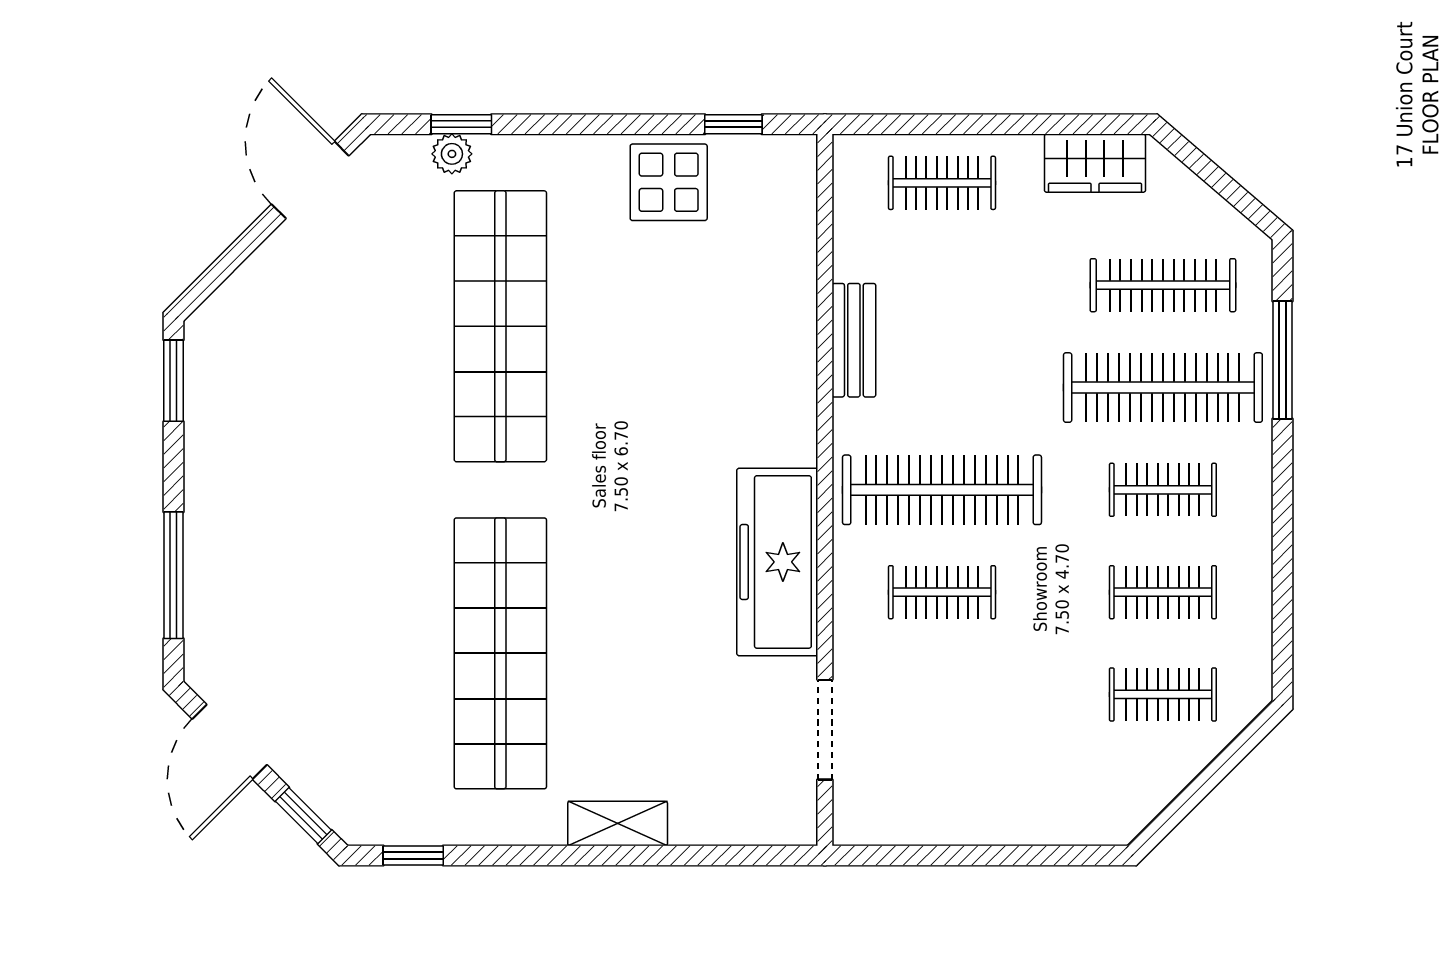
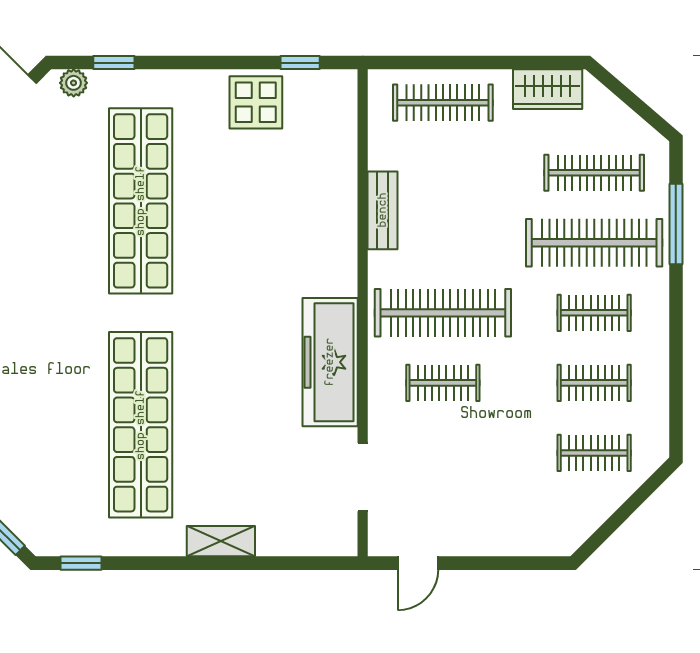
plant: (452, 154) -> (74, 83), moved
clothes rail: (942, 183) -> (443, 103), width x1.36
door: (905, 855) -> (418, 563), added

